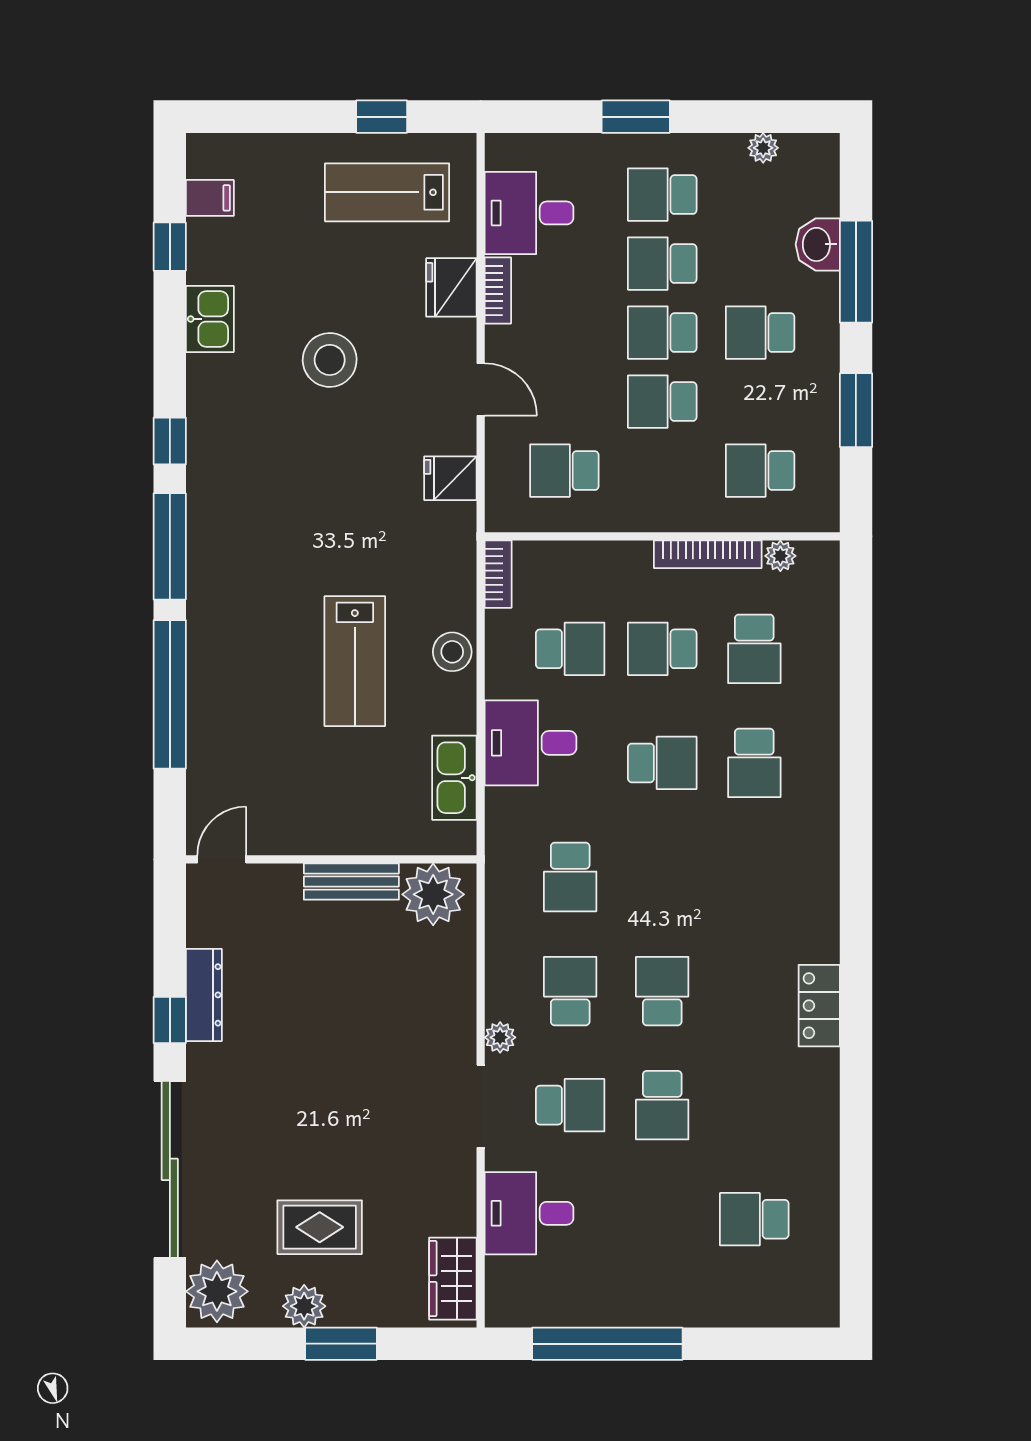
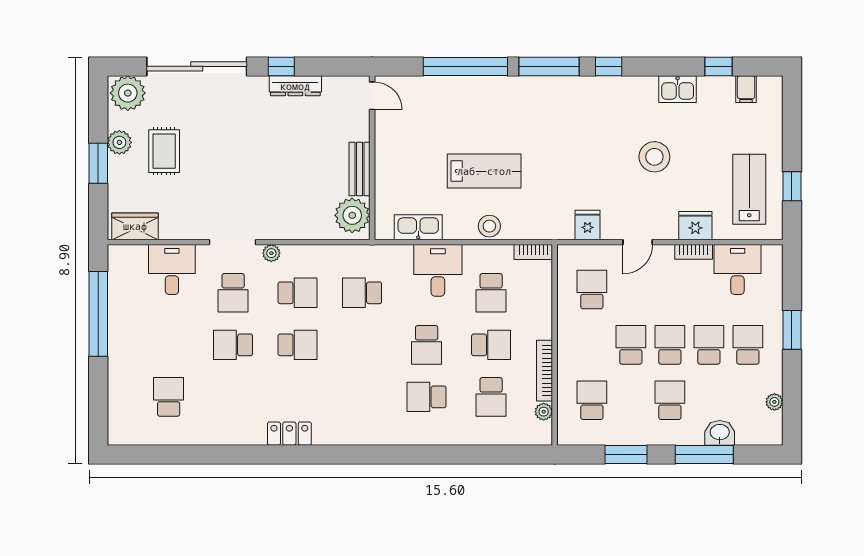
school desk: (662, 649) -> (491, 345), turned 90
school desk: (754, 649) -> (491, 397), turned -90
lab bench: (355, 661) -> (484, 171), turned 180

